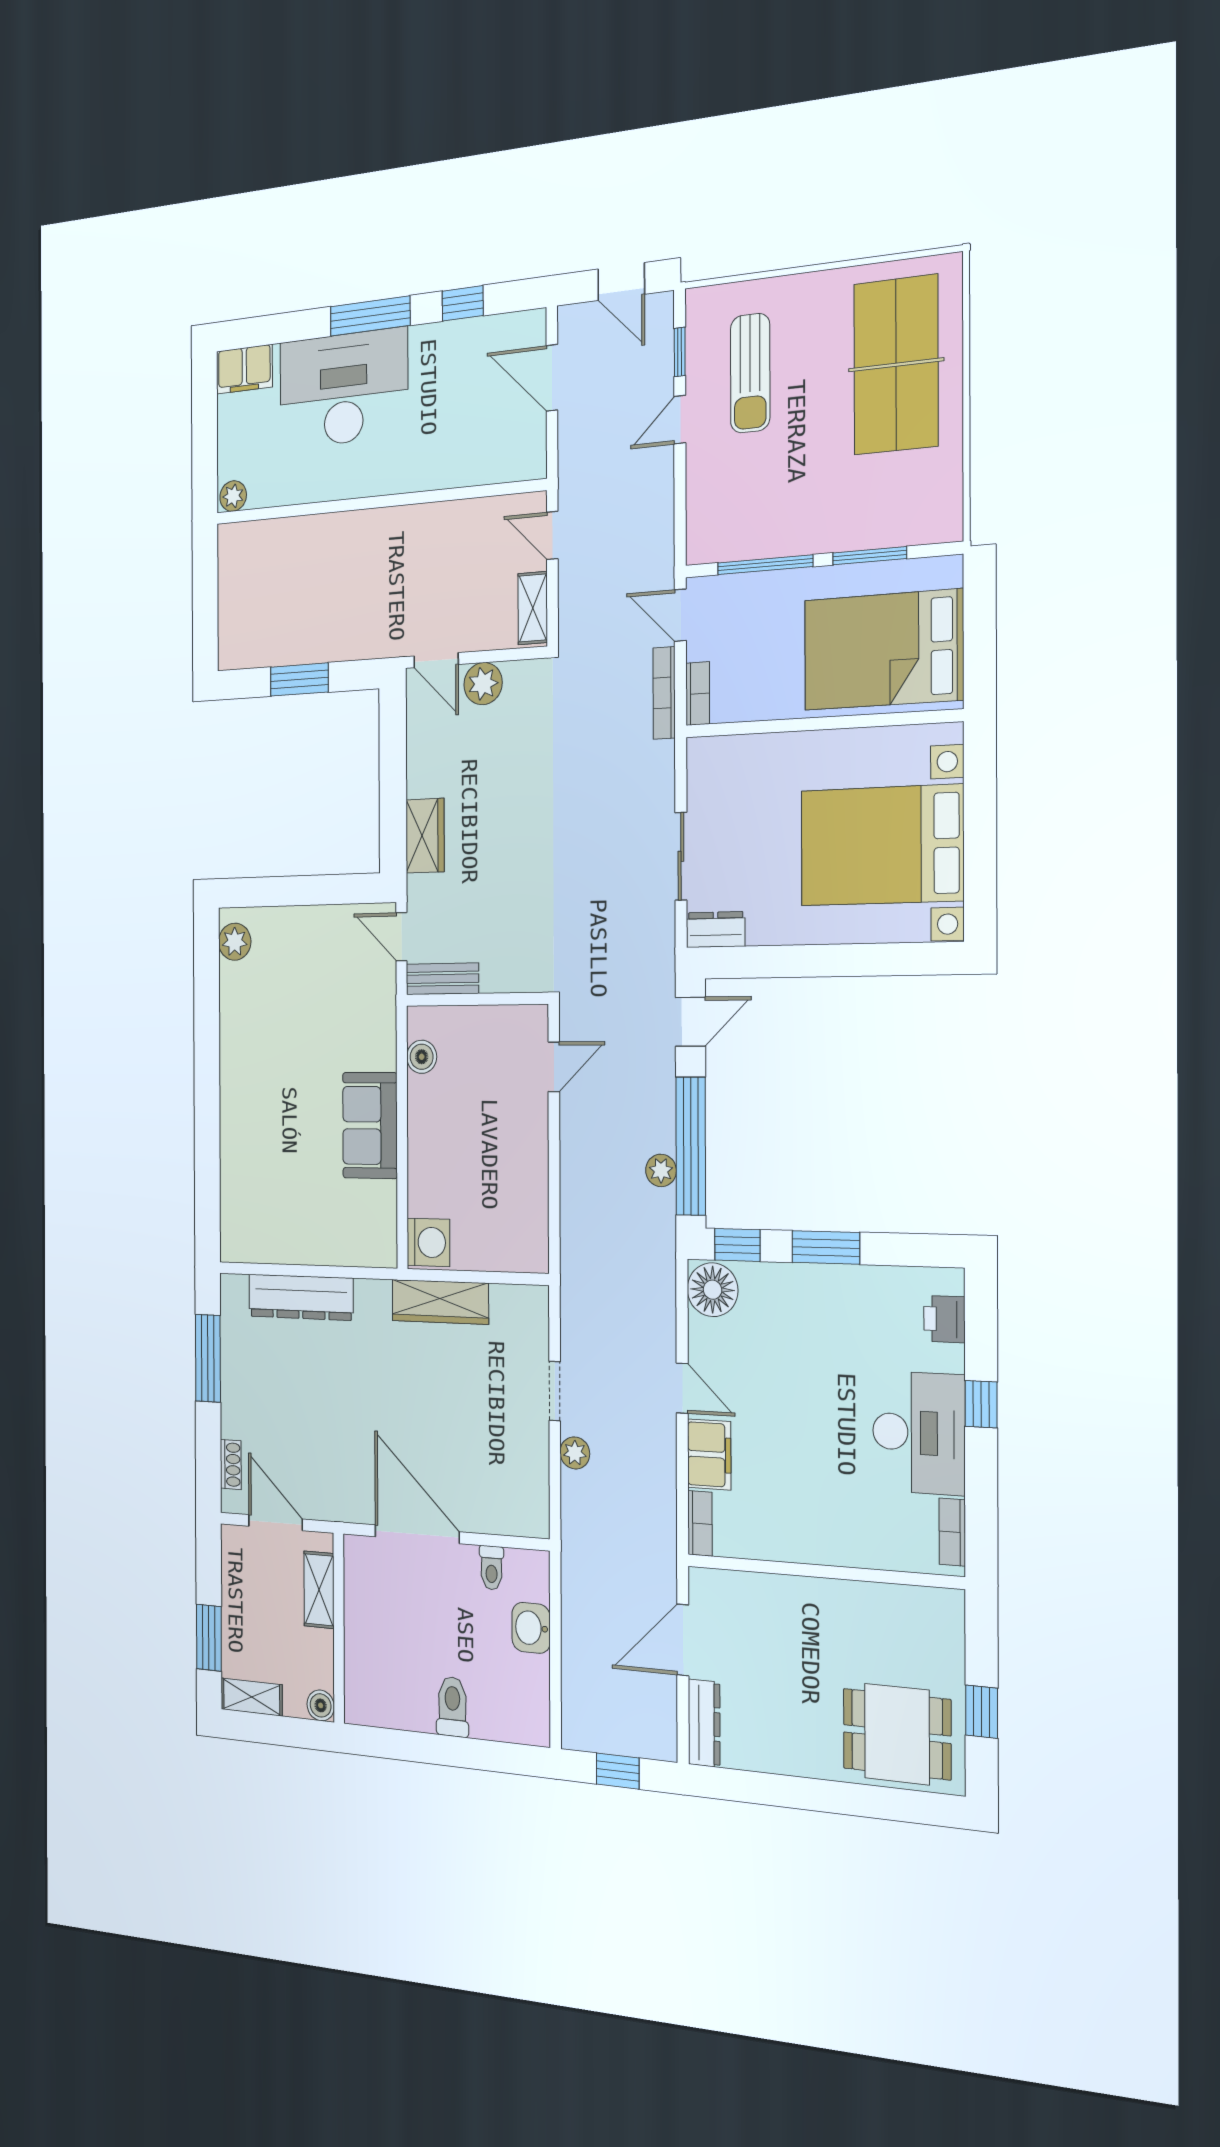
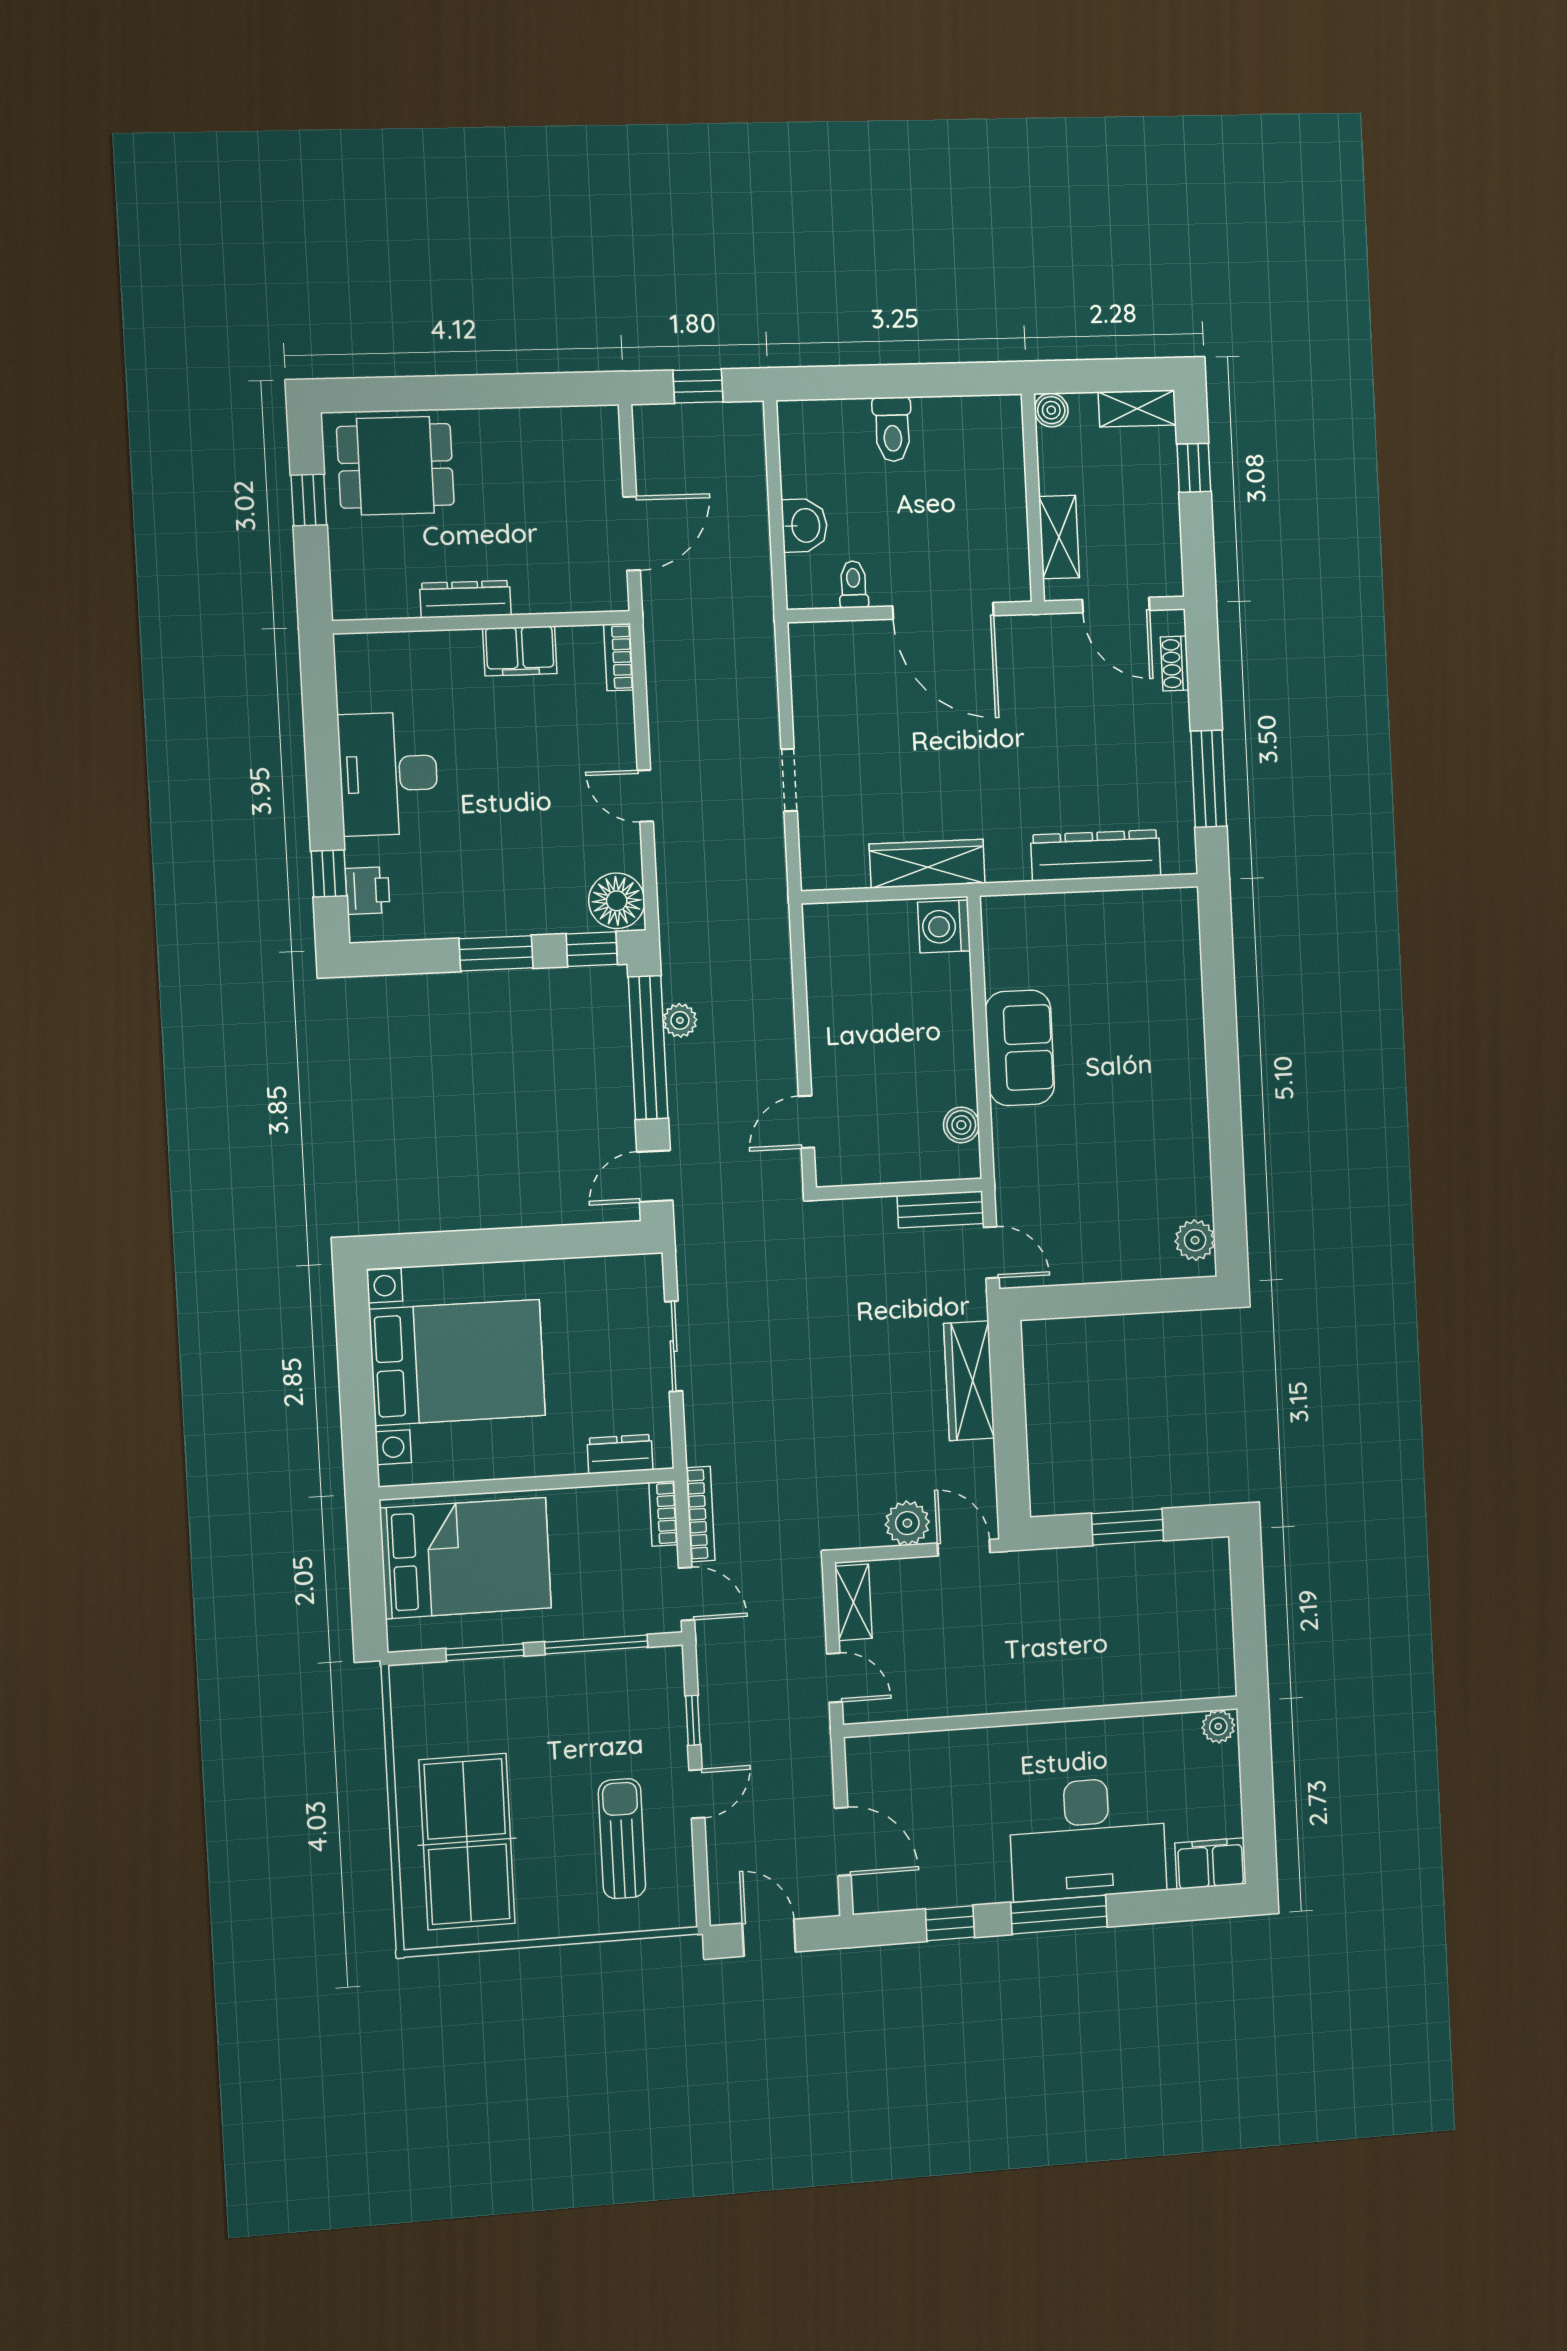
window: (680, 352) -> (693, 1720), moved
wardrobe: (425, 836) -> (969, 1381), width x1.50
dresser: (716, 930) -> (620, 1454), moved, turned 180
window: (981, 1404) -> (329, 873), moved
plant: (575, 1453) -> (763, 717), removed
filing cabinet: (709, 1454) -> (520, 651), moved, turned -90
bookcase: (952, 1532) -> (348, 677), removed
window: (209, 1638) -> (1194, 468), width x0.67
dresser: (704, 1723) -> (465, 599), moved, turned 90

